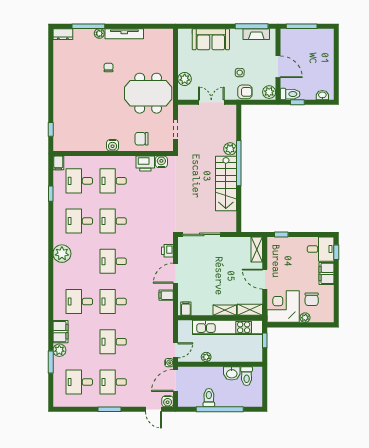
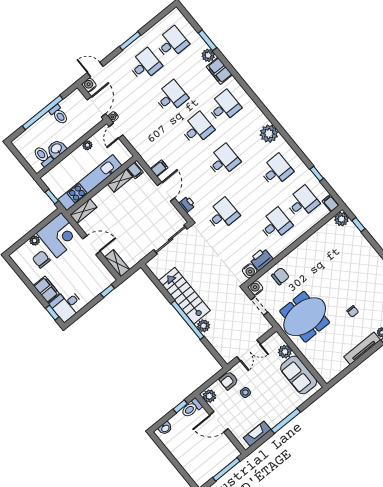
window: (252, 26) -> (286, 421), moved
sofa: (211, 39) -> (299, 375), moved, turned -90
plant: (60, 144) -> (341, 219), added
water cooler: (113, 145) -> (256, 288), moved
desk: (113, 221) -> (222, 215), moved
shelving: (225, 310) -> (120, 181), moved

